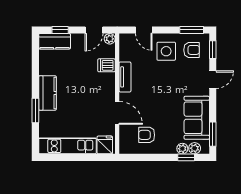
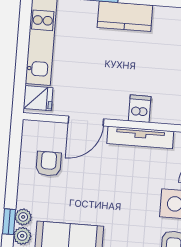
dishwasher: (106, 65) -> (140, 109), moved
tv unit: (125, 77) -> (140, 137), width x1.41

